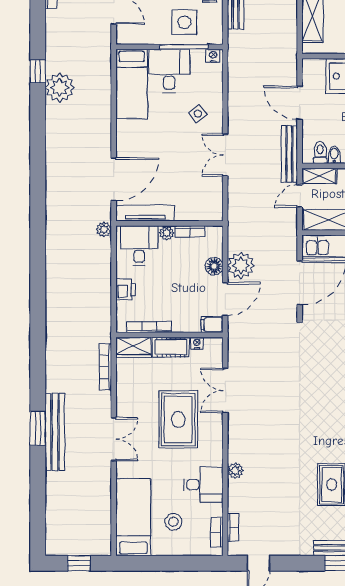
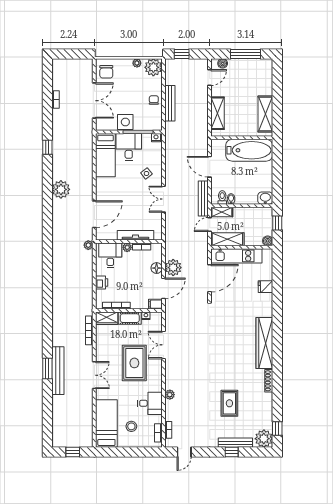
side table: (184, 22) -> (125, 122), moved
plant: (60, 87) -> (61, 189), moved
tv unit: (145, 213) -> (136, 235), moved

